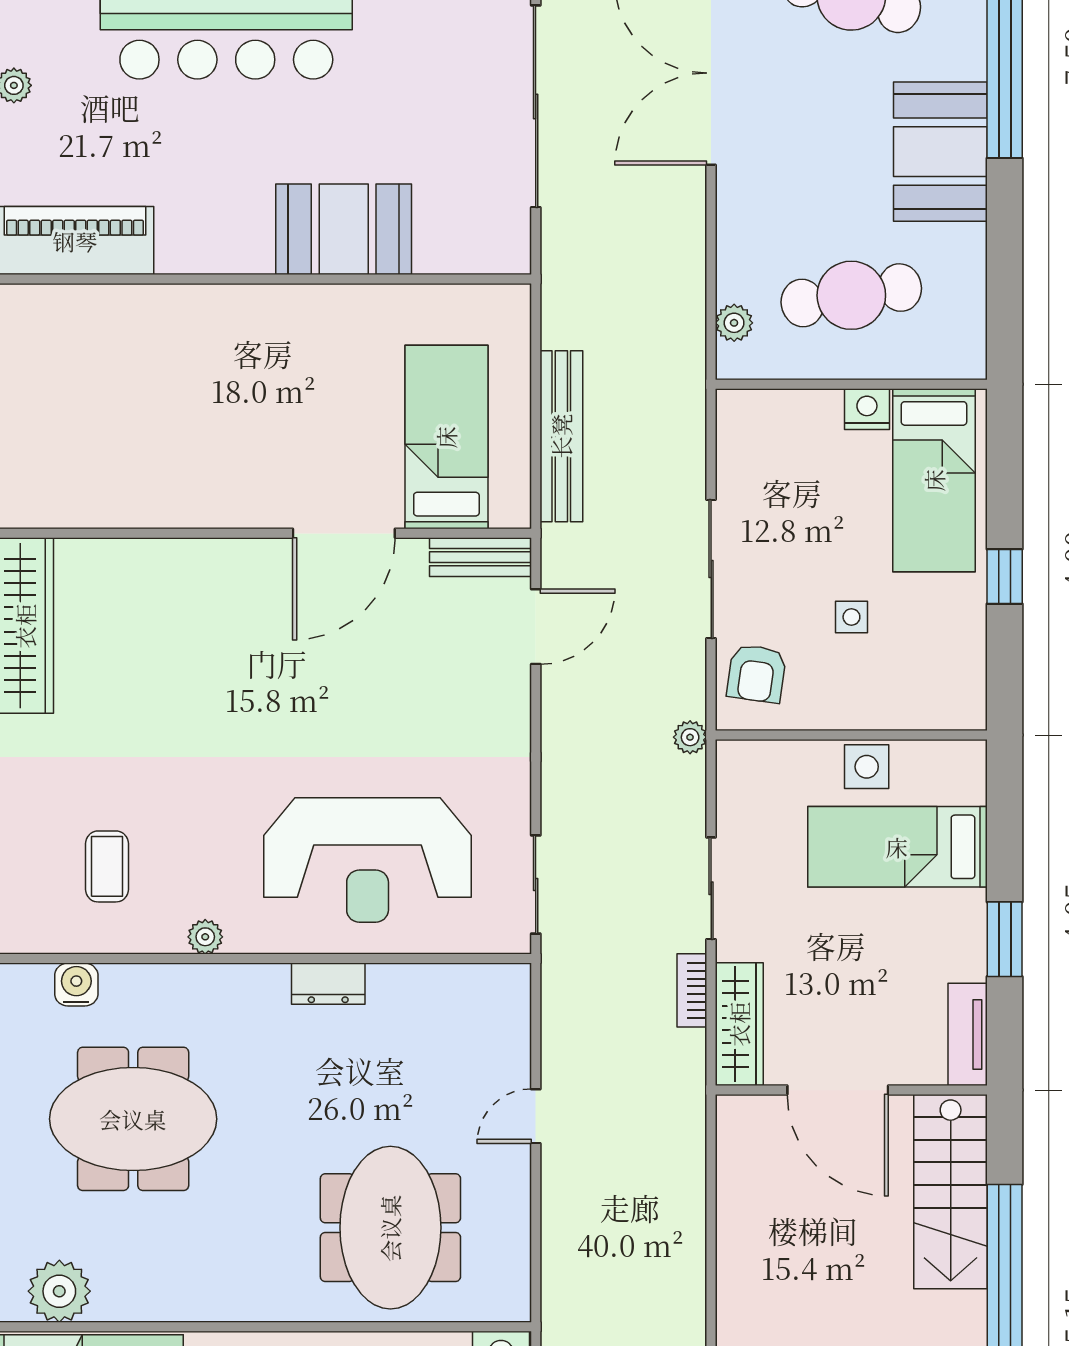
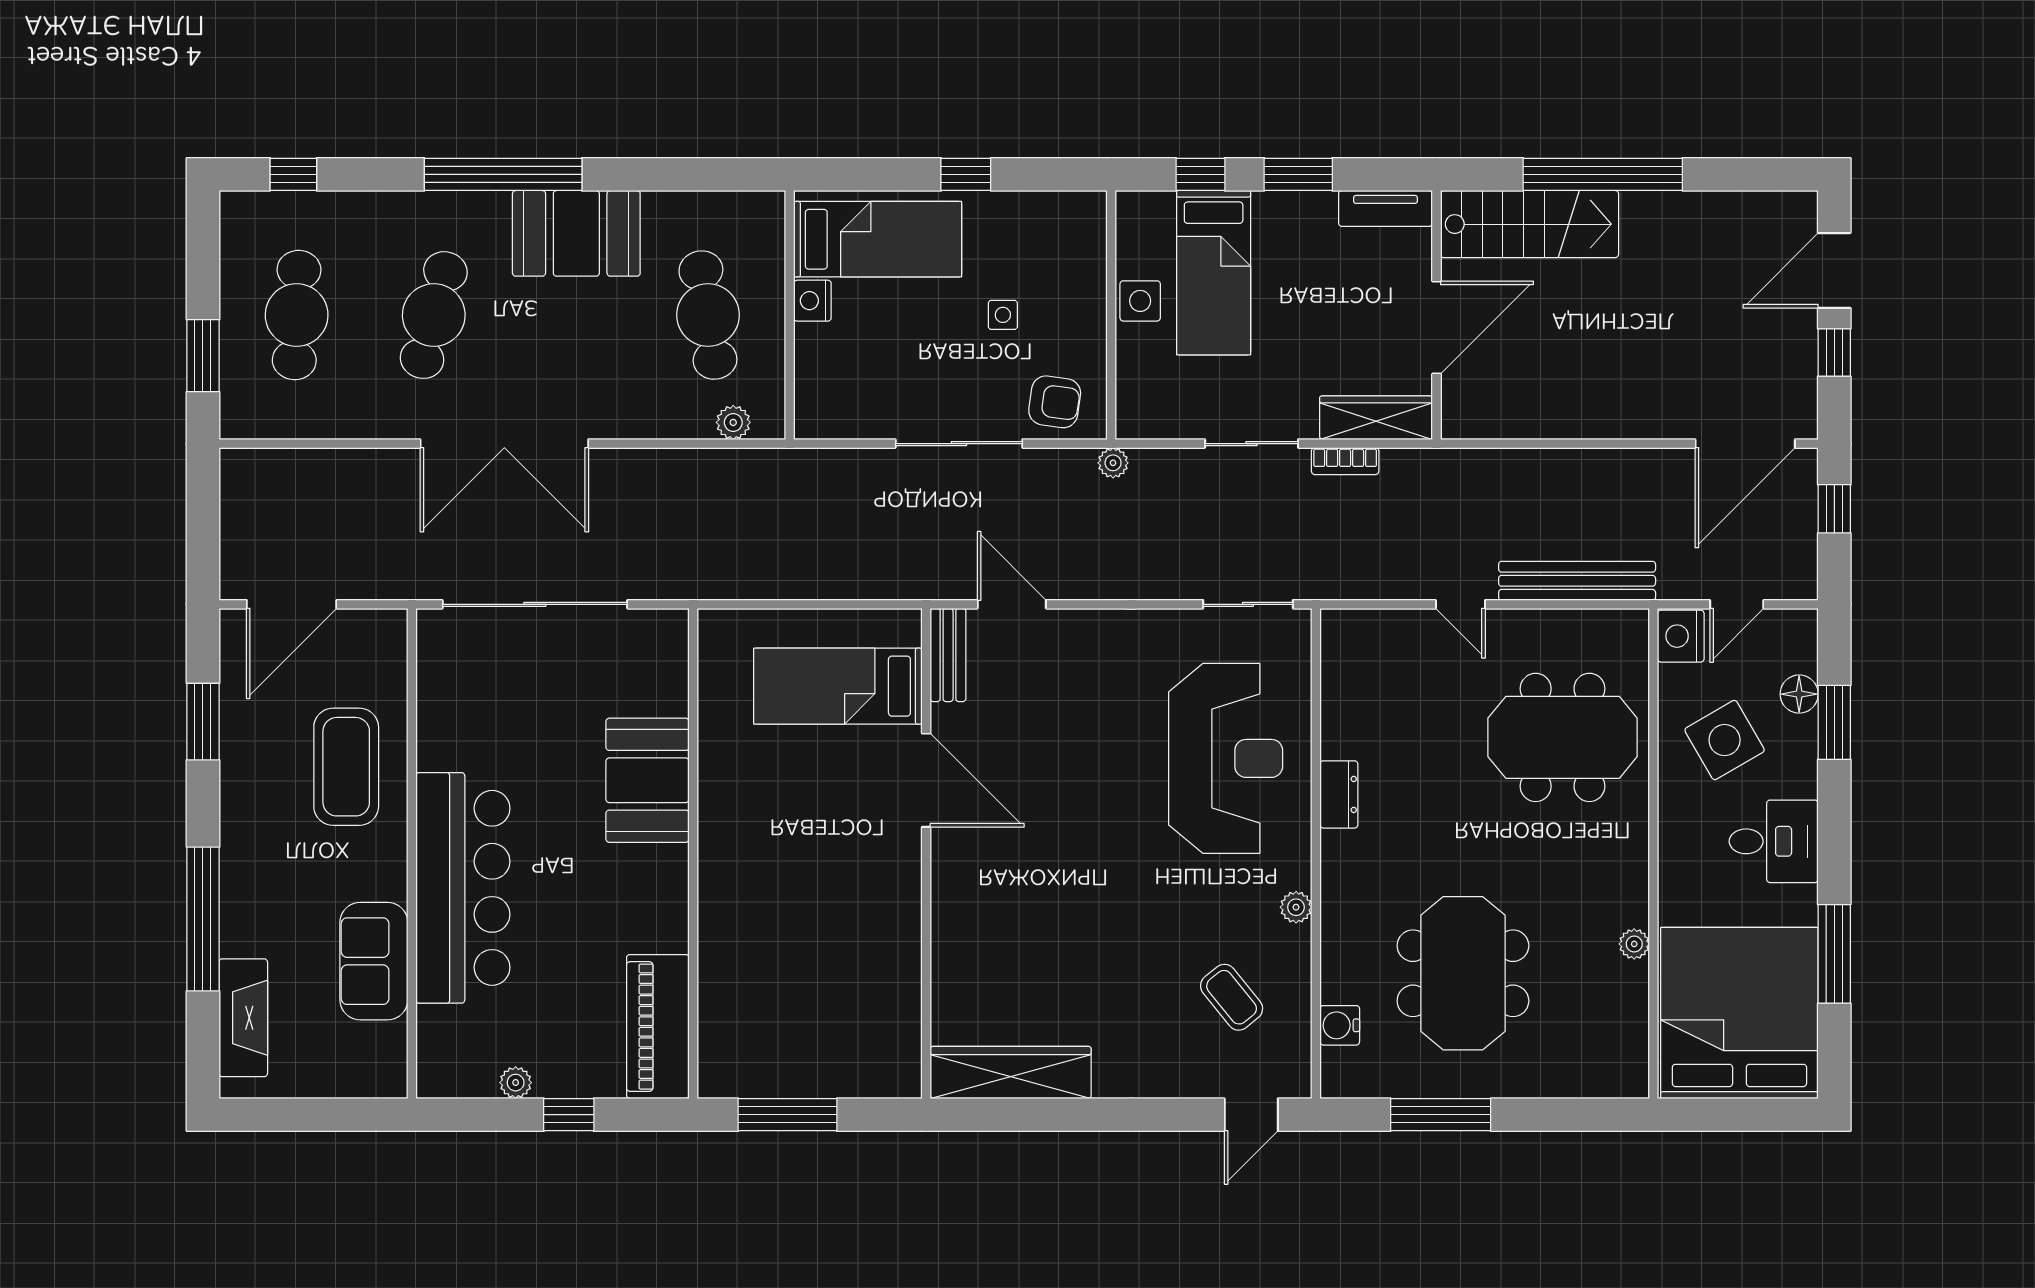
bench: (561, 436) -> (1577, 581), moved
window: (1005, 833) -> (1200, 174), added
coffee table: (107, 866) -> (1232, 997), turned 51
plant: (59, 1291) -> (1634, 944), moved, width x0.53, depth x0.53

